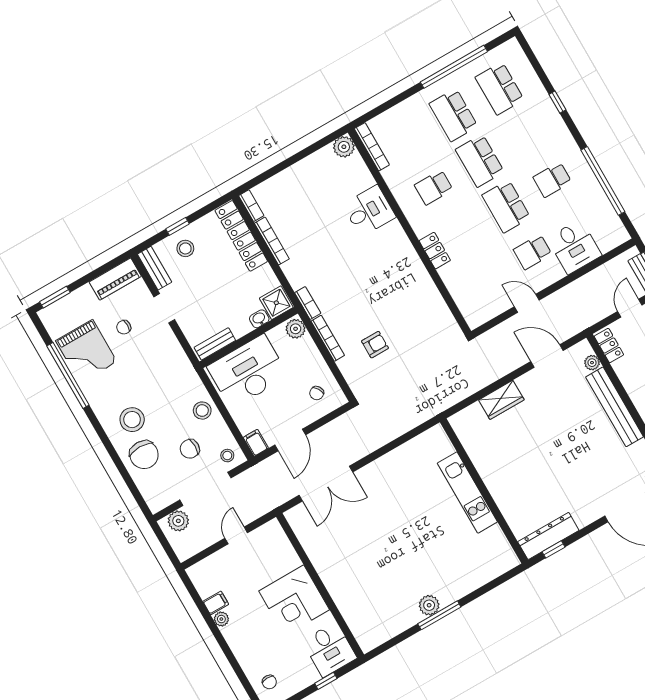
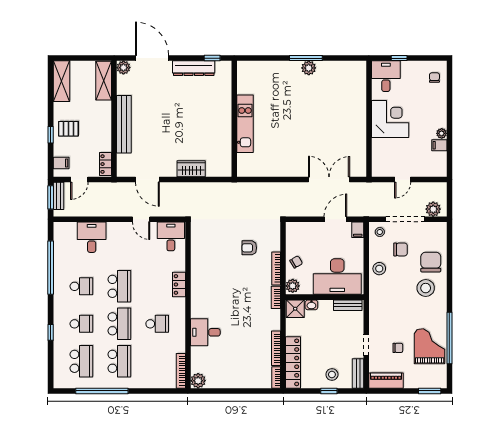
school desk: (533, 252) -> (81, 324), moved
desk: (479, 303) -> (171, 236), added
plant: (592, 363) -> (122, 159), removed
chair: (317, 393) -> (296, 262), moved
dresser: (548, 536) -> (194, 68), moved

